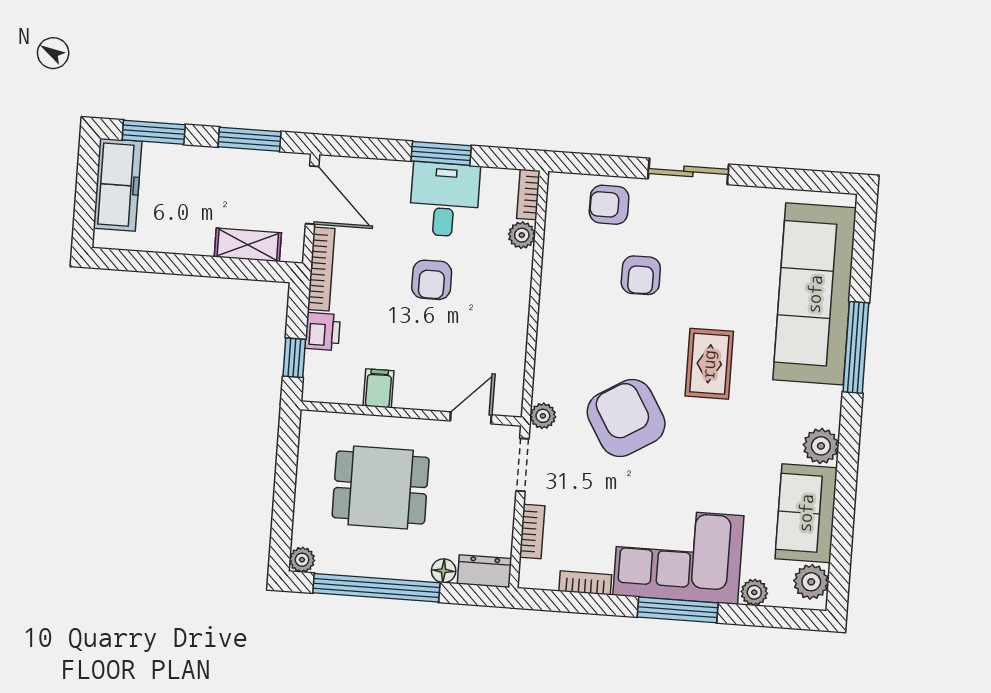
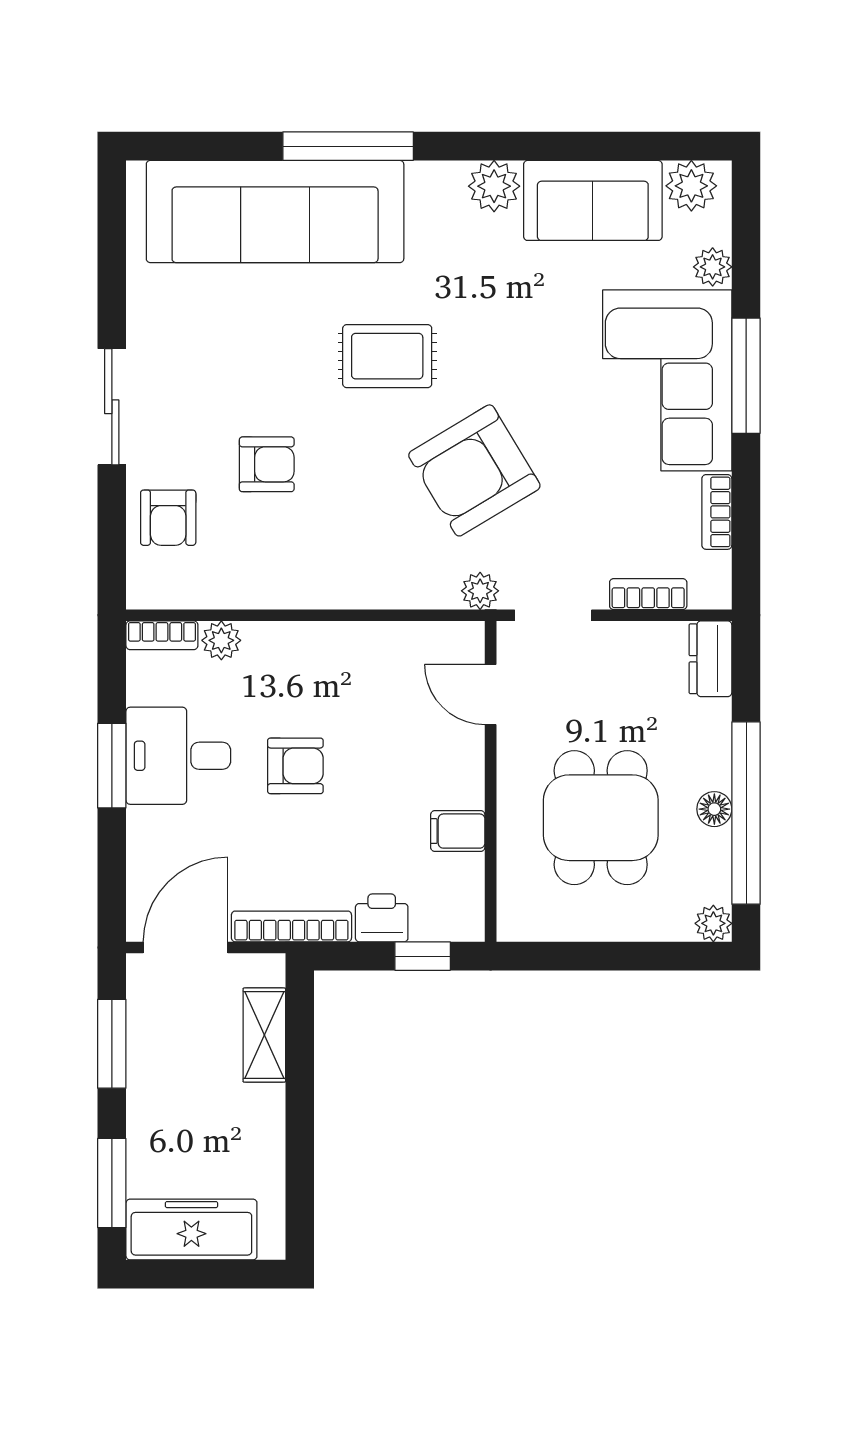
floor lamp: (444, 571) -> (714, 809), moved

